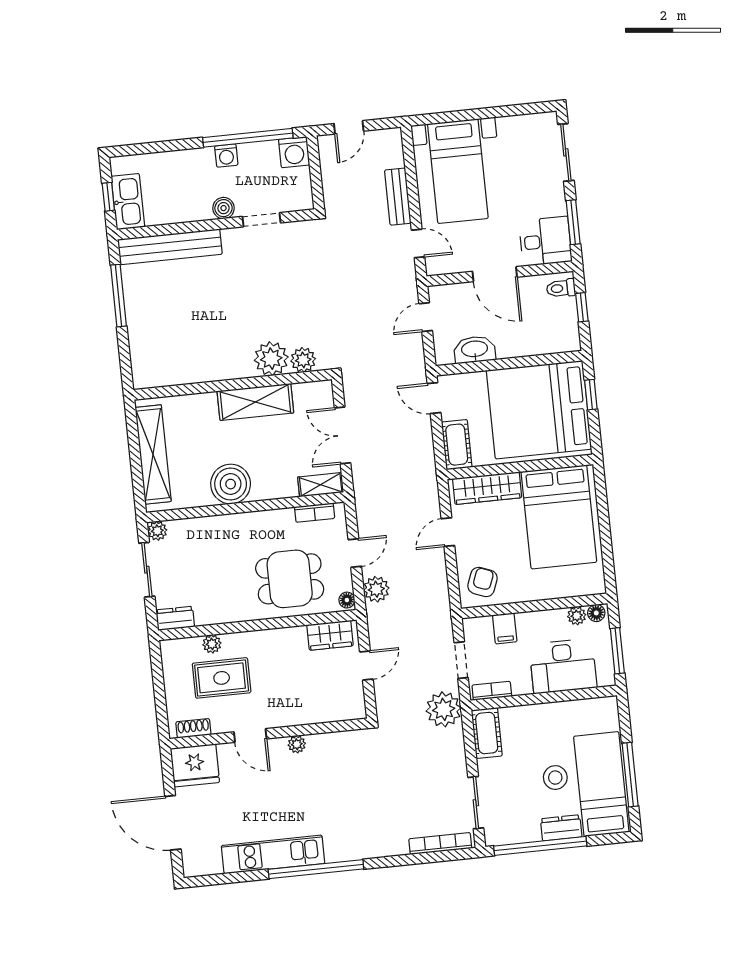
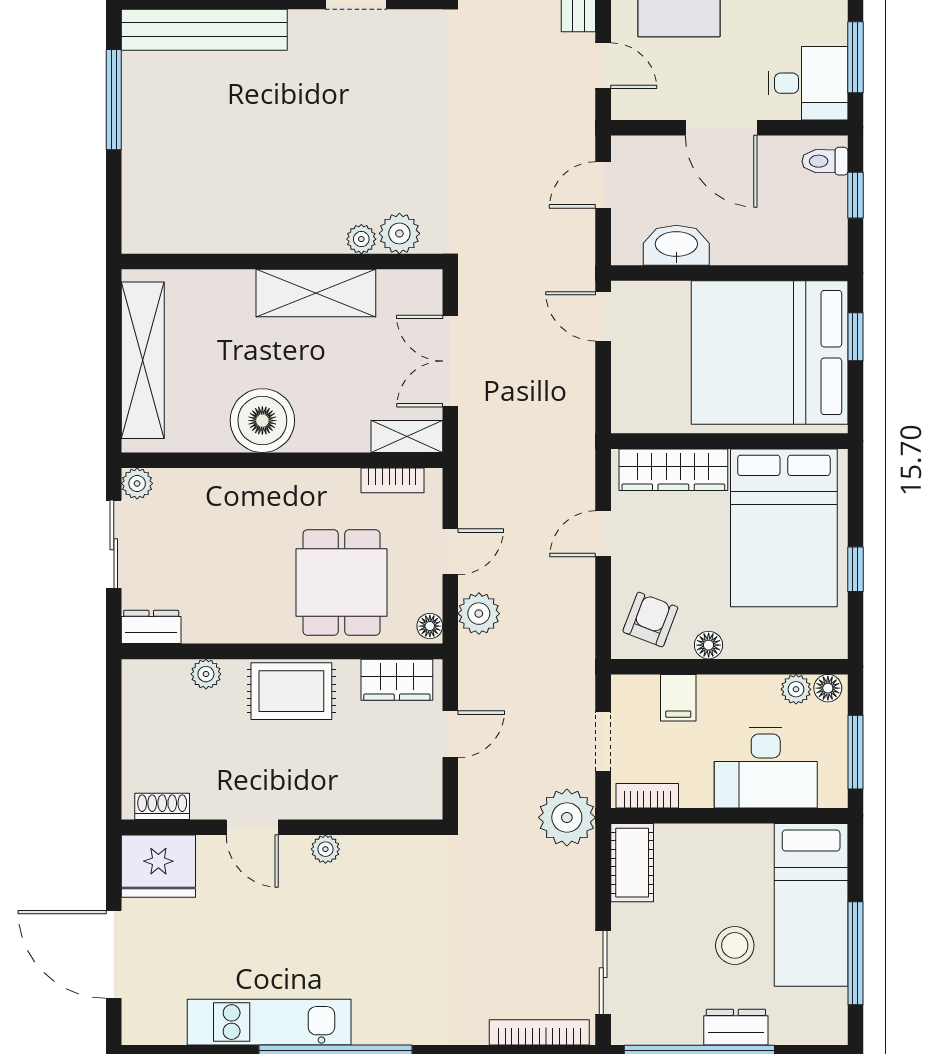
plant: (271, 359) -> (361, 239), width x0.53, depth x0.53
cot: (457, 445) -> (632, 395), removed
window: (606, 538) -> (855, 569), added
dining table: (290, 579) -> (341, 583), turned 90
floor lamp: (520, 594) -> (709, 645), added
rug: (222, 678) -> (291, 691), moved
bed: (601, 784) -> (811, 905), moved, turned 180

